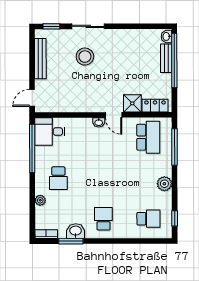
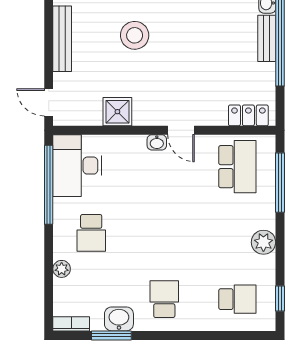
door: (32, 98) -> (49, 102), hinge flipped
shower: (132, 103) -> (117, 112), moved
desk: (50, 132) -> (77, 166), width x1.37

